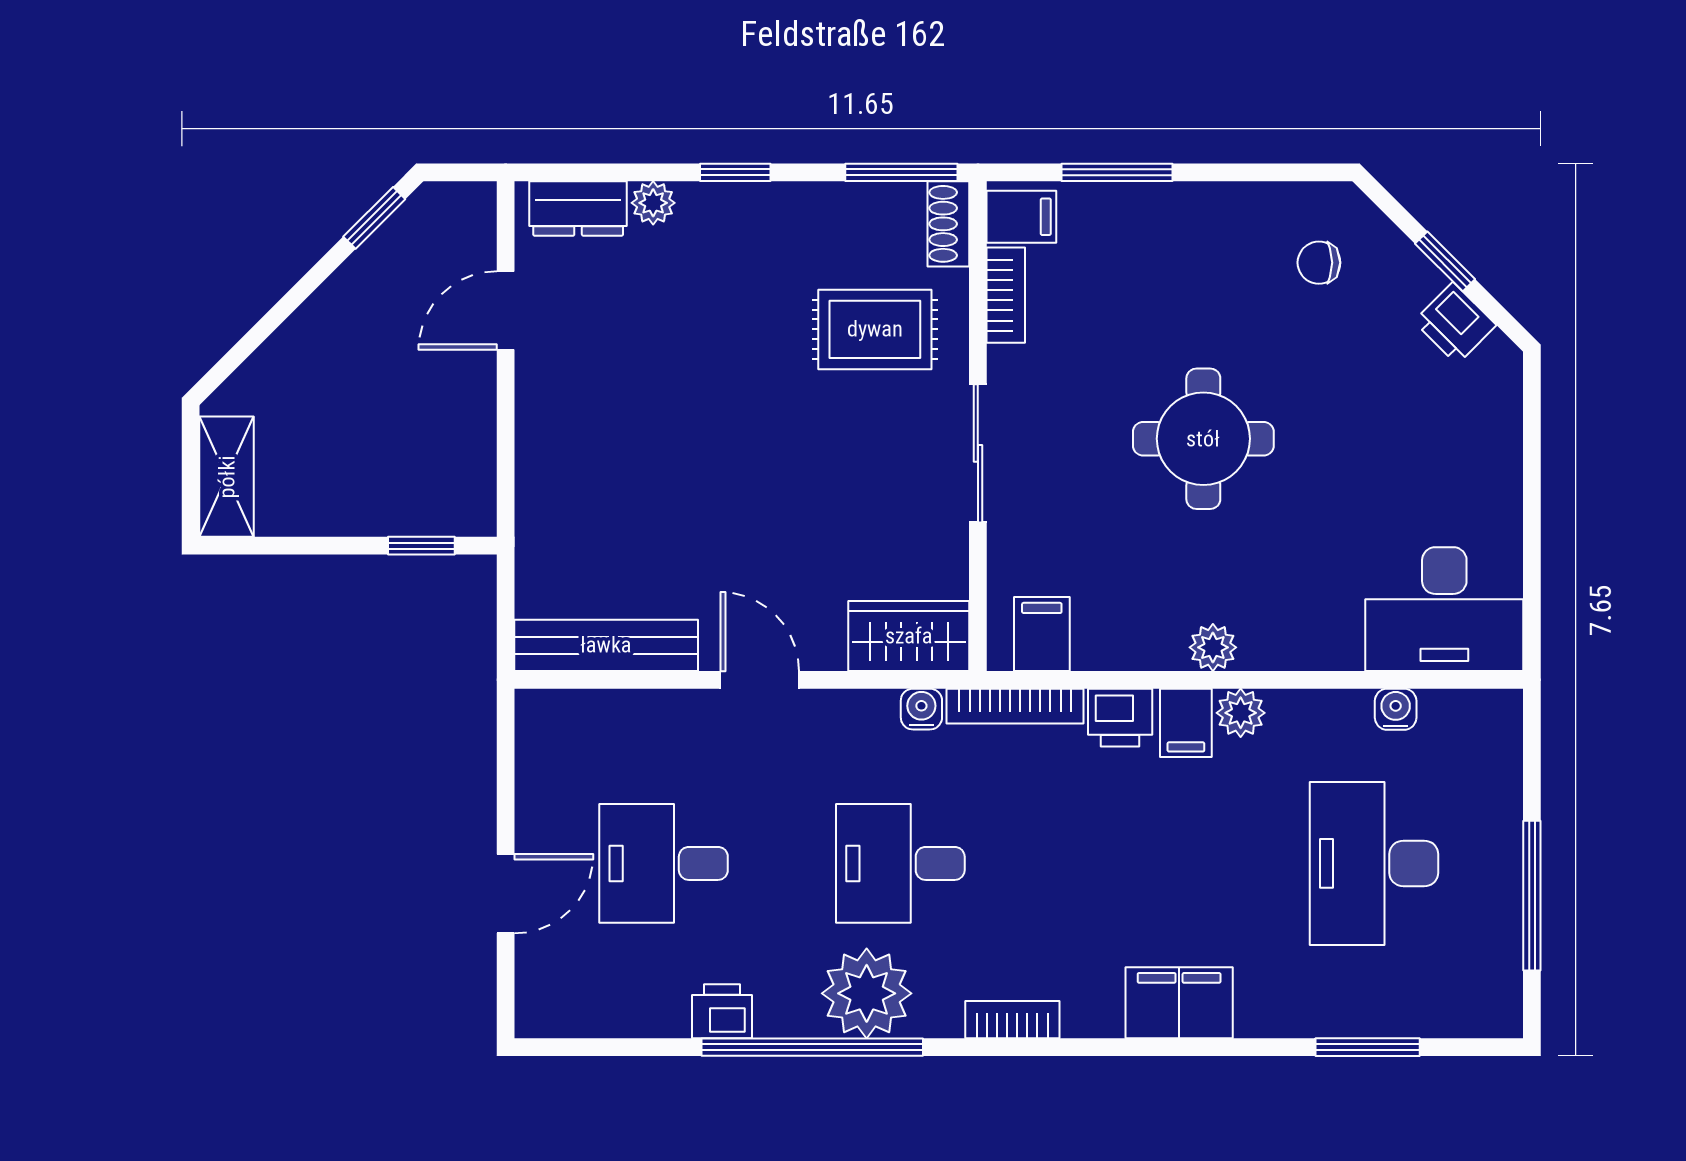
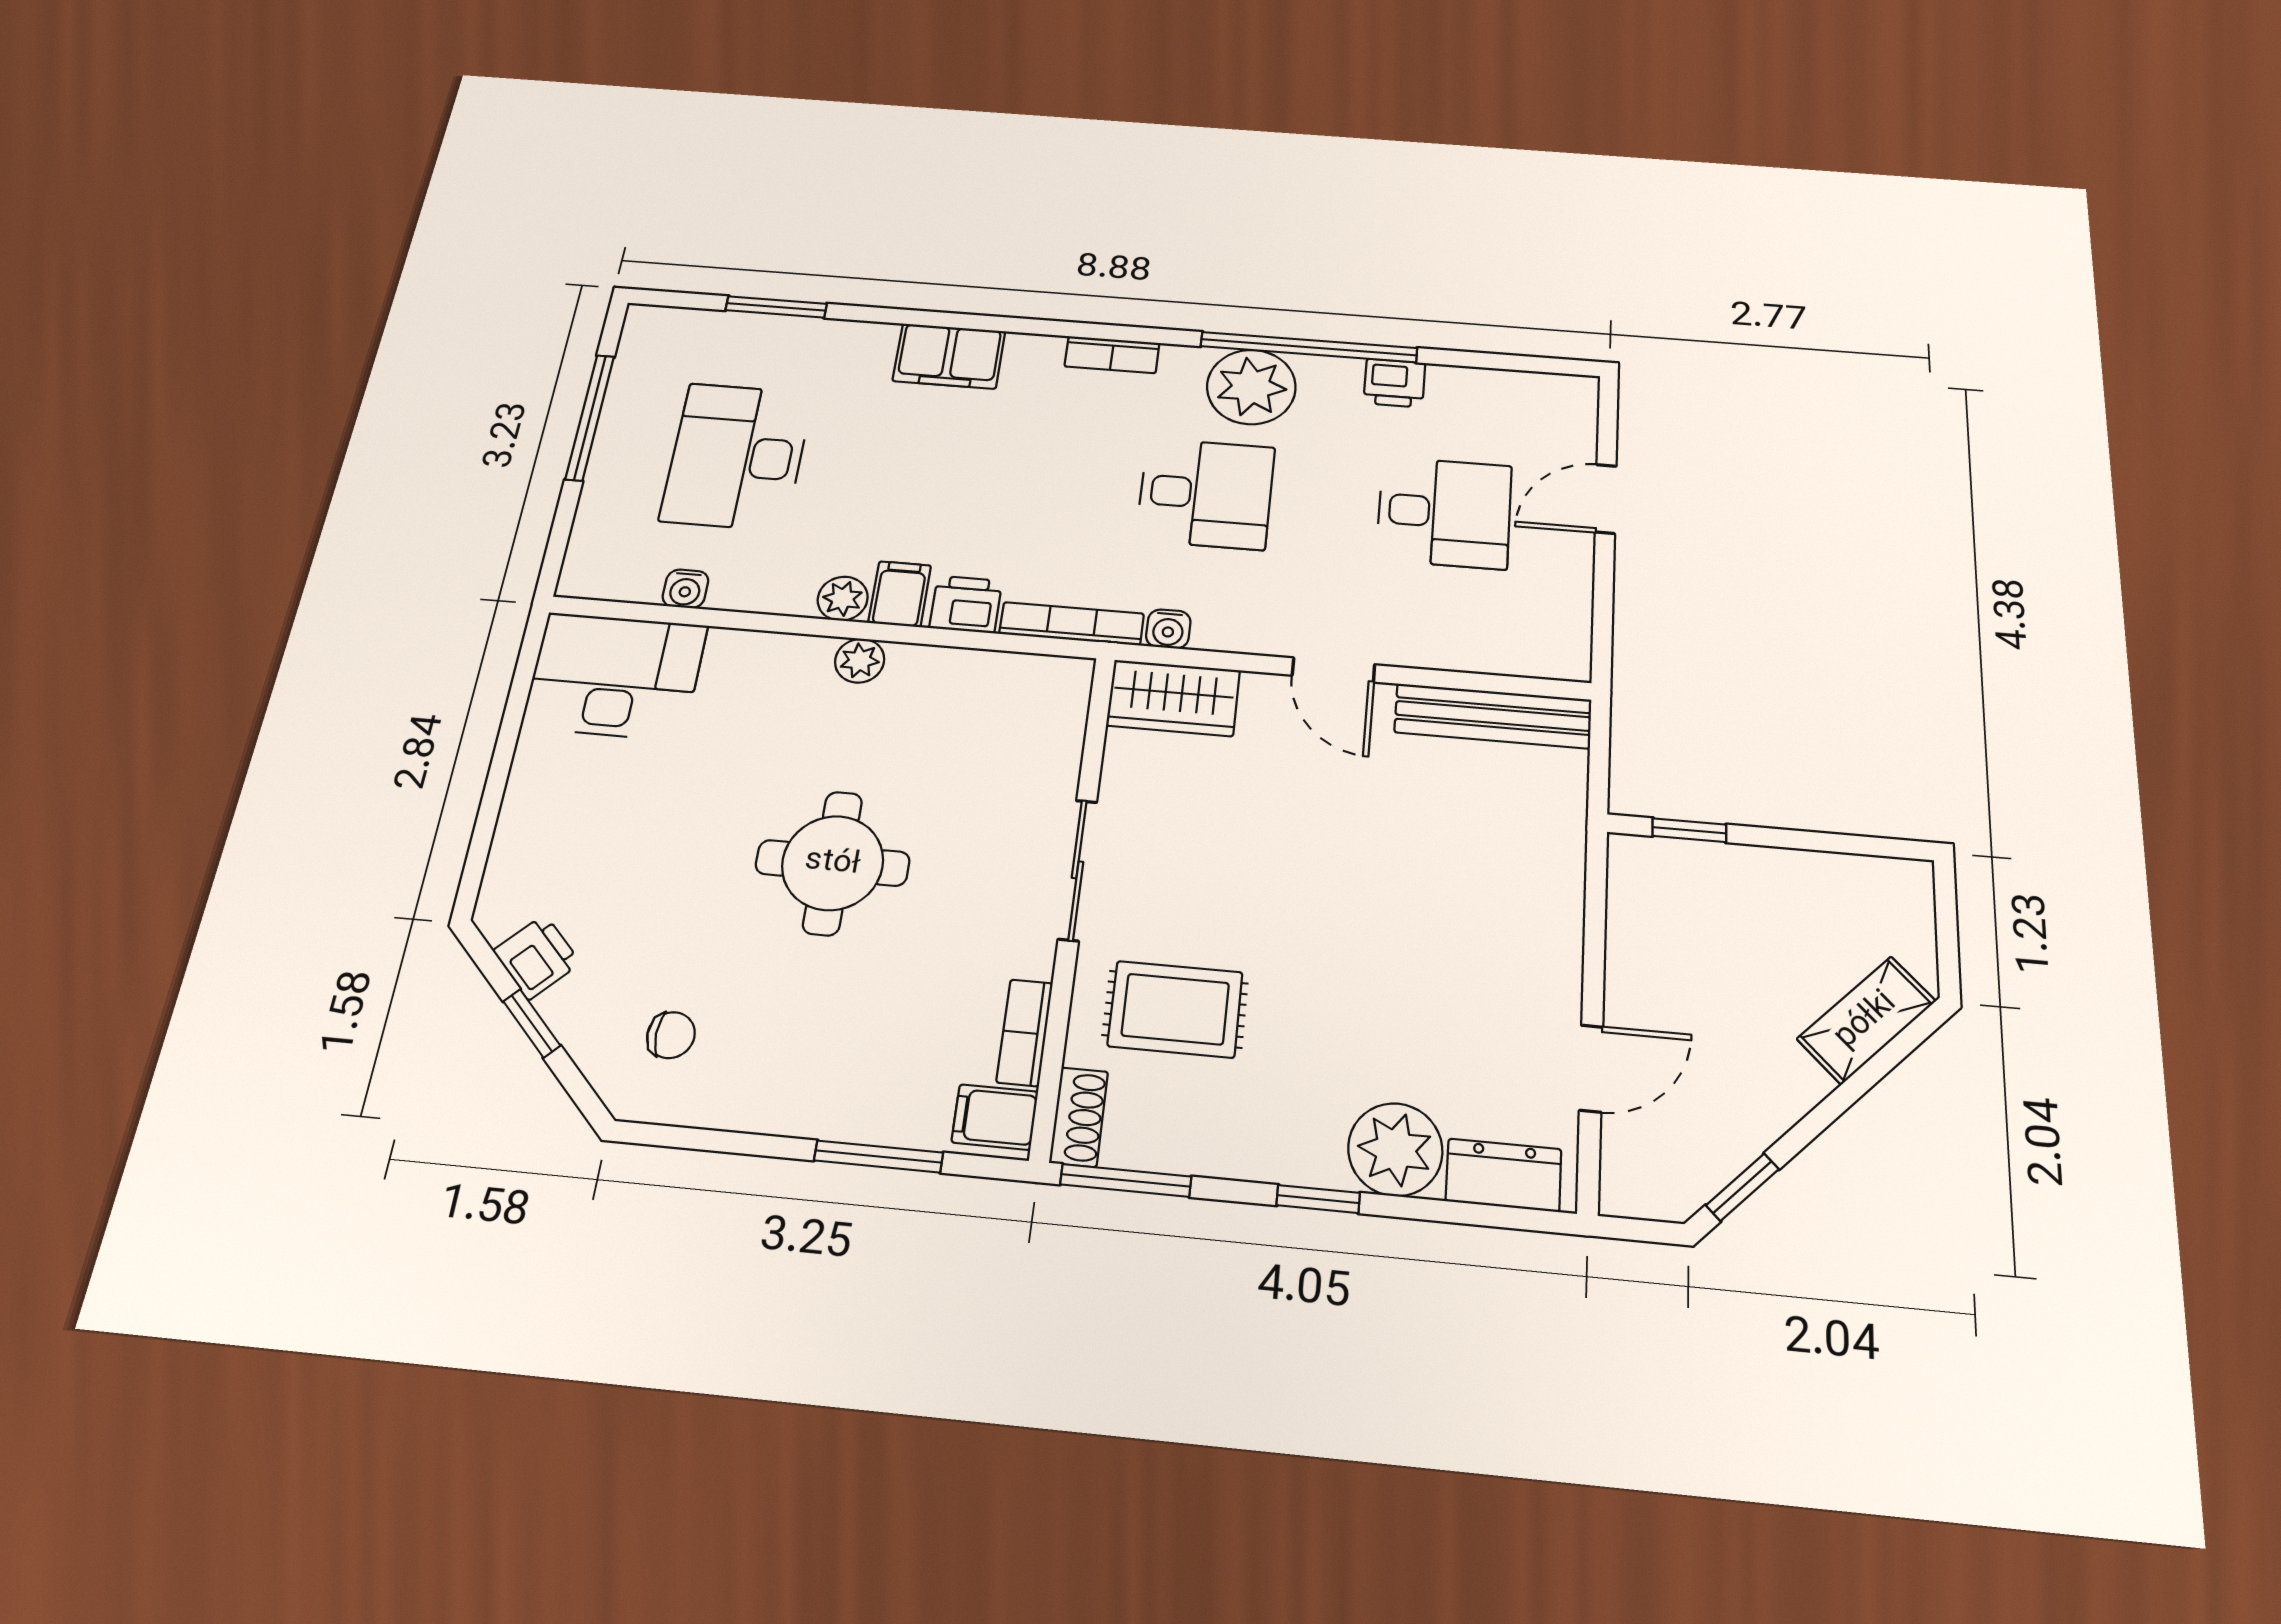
plant: (653, 203) -> (1395, 1149), width x1.88, depth x1.88
shelving: (227, 477) -> (1866, 1020), moved, turned 45
filing cabinet: (1042, 634) -> (1034, 688), removed
desk: (1374, 863) -> (737, 456), turned 180

